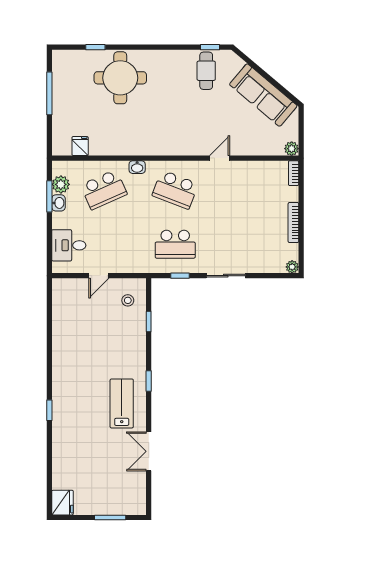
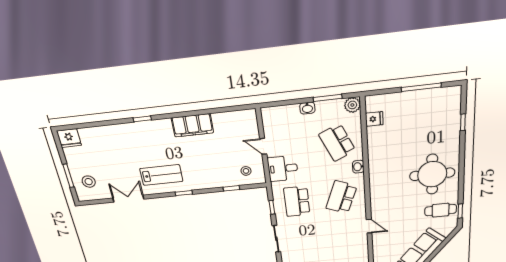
round table: (120, 78) -> (432, 174), moved
plant: (61, 184) -> (352, 105), moved
washbasin: (58, 203) -> (307, 108), moved
desk: (69, 245) -> (283, 169), moved, turned -90
filing cabinet: (64, 354) -> (192, 125), added
stool: (120, 495) -> (89, 182), added

